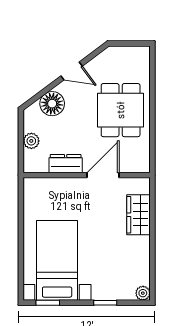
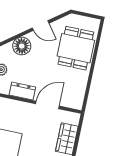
dining table: (121, 110) -> (76, 48), moved

